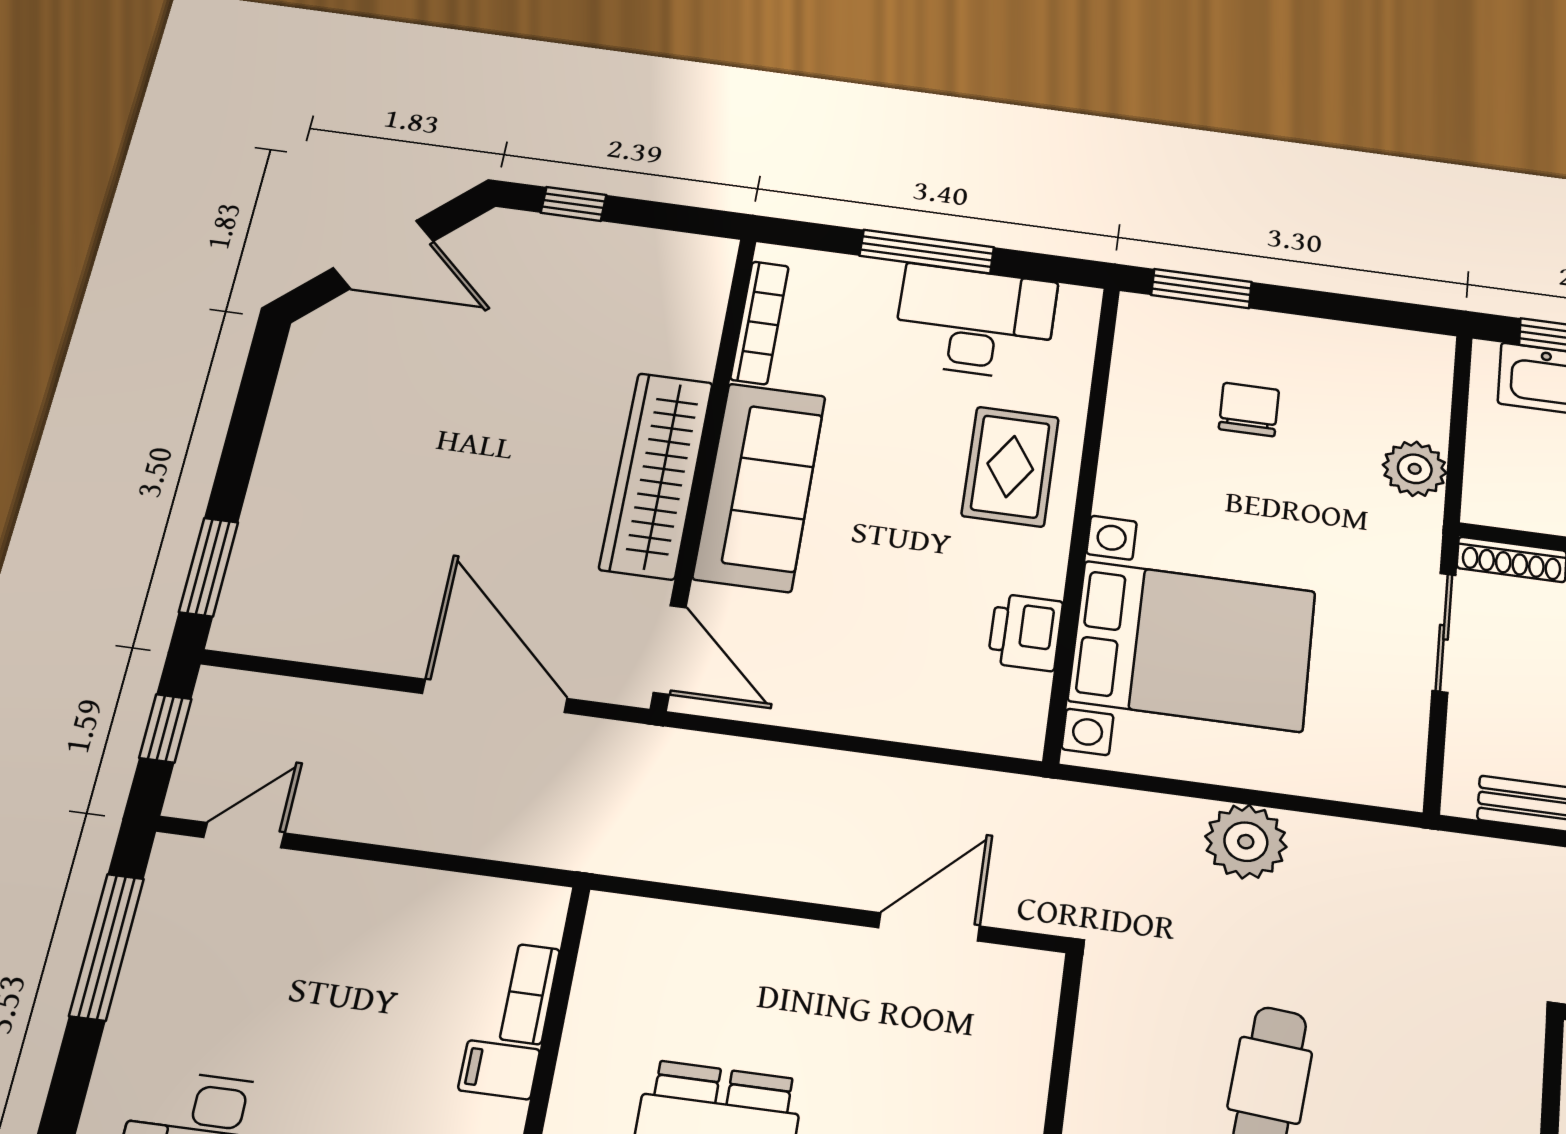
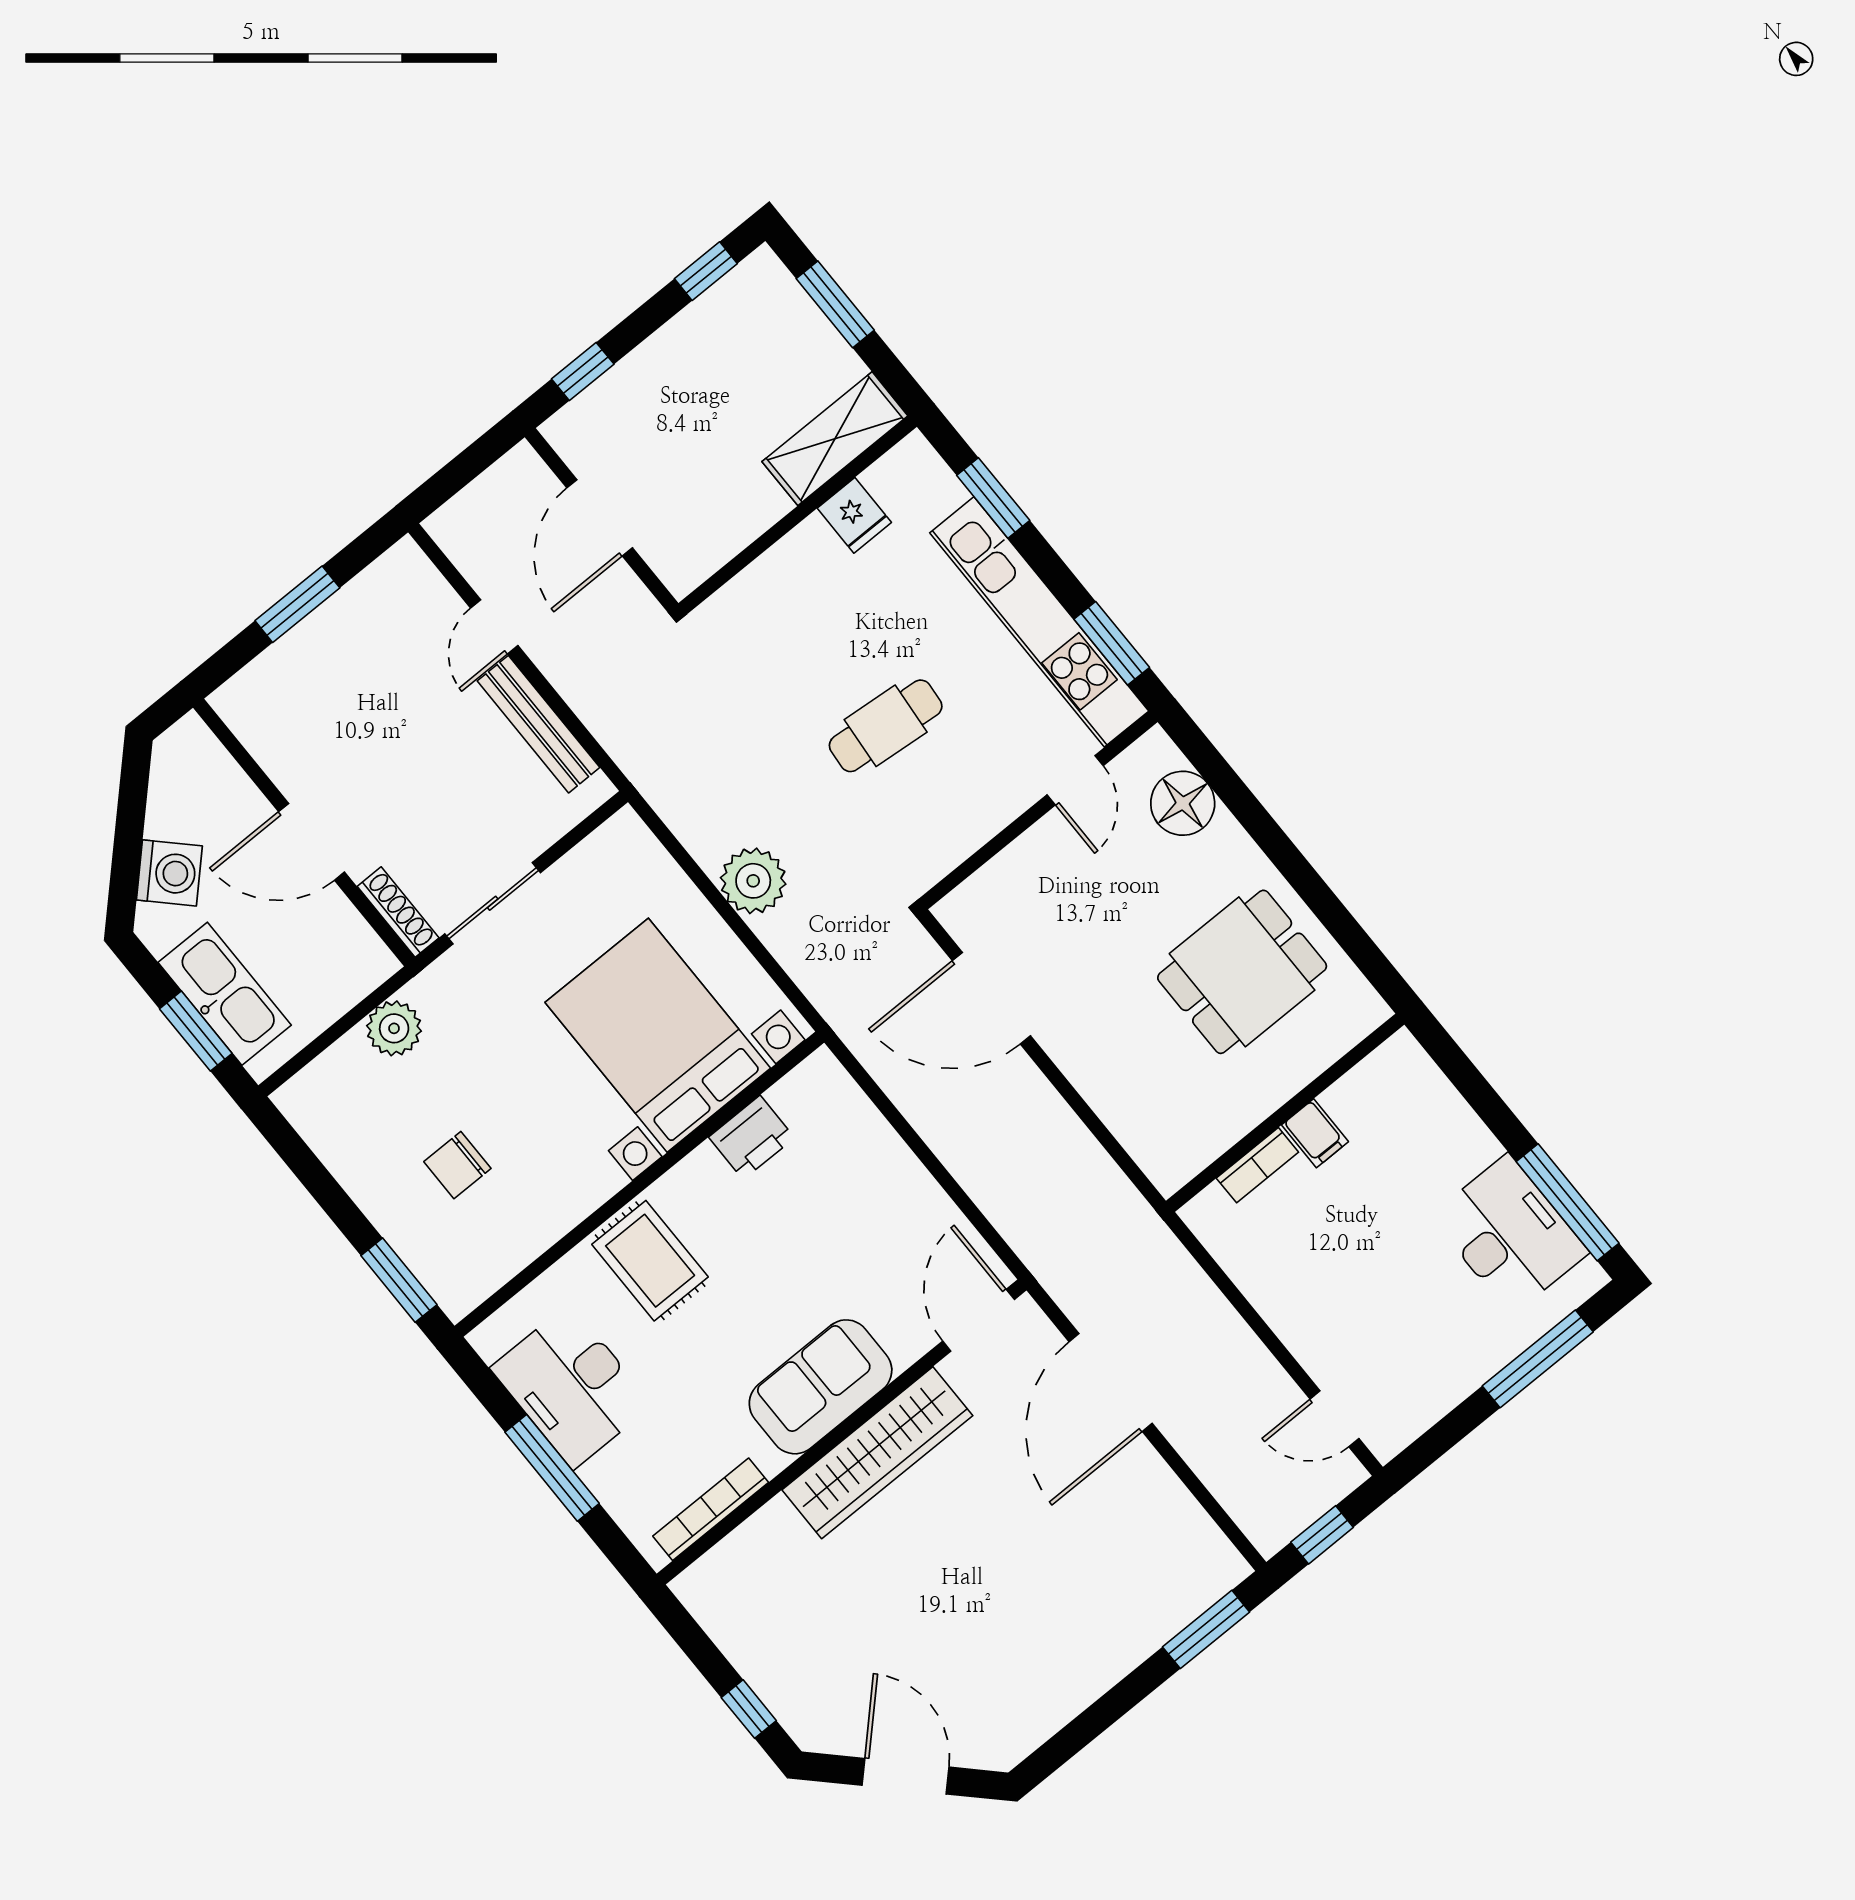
rug: (1010, 466) -> (650, 1261), turned 90
sofa: (760, 487) -> (821, 1387), width x0.73
door: (929, 927) -> (991, 998), width x1.36
window: (107, 947) -> (1538, 1359), moved

